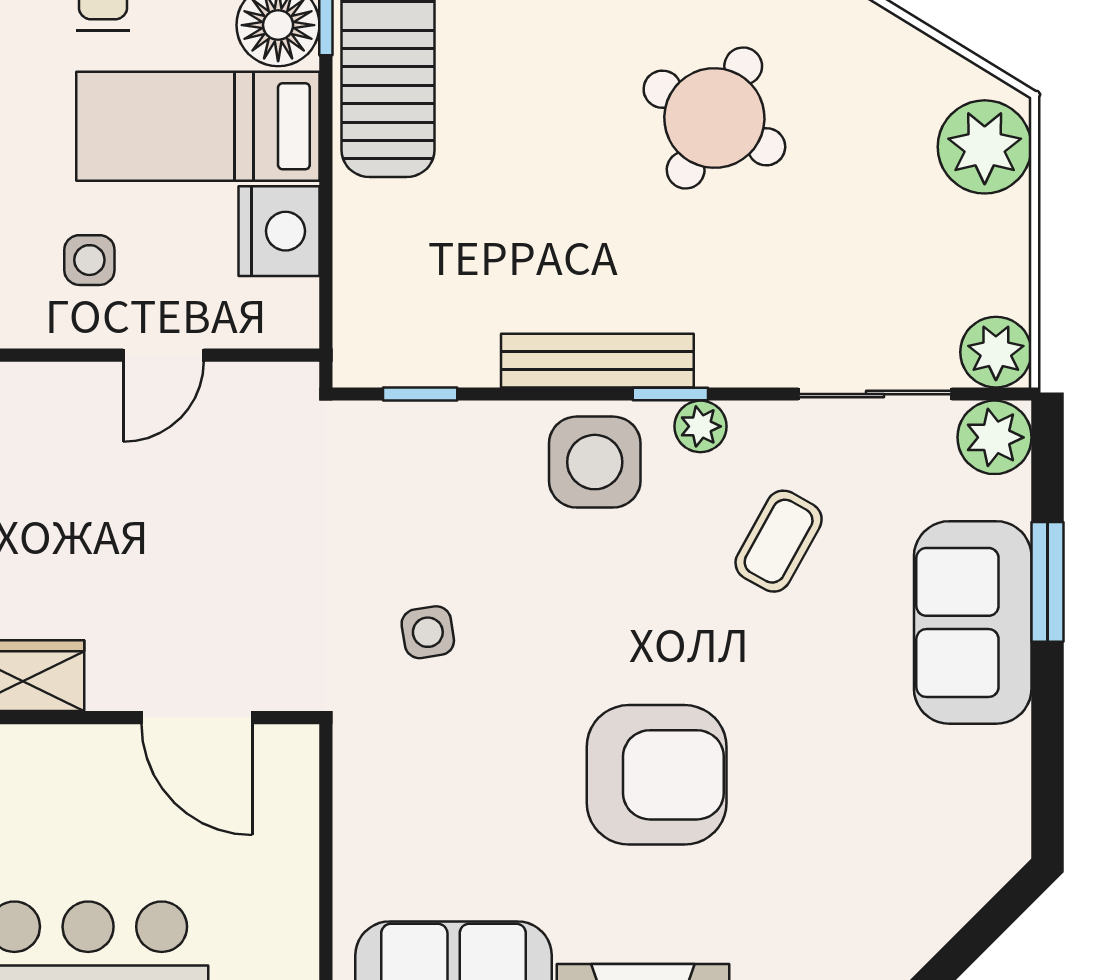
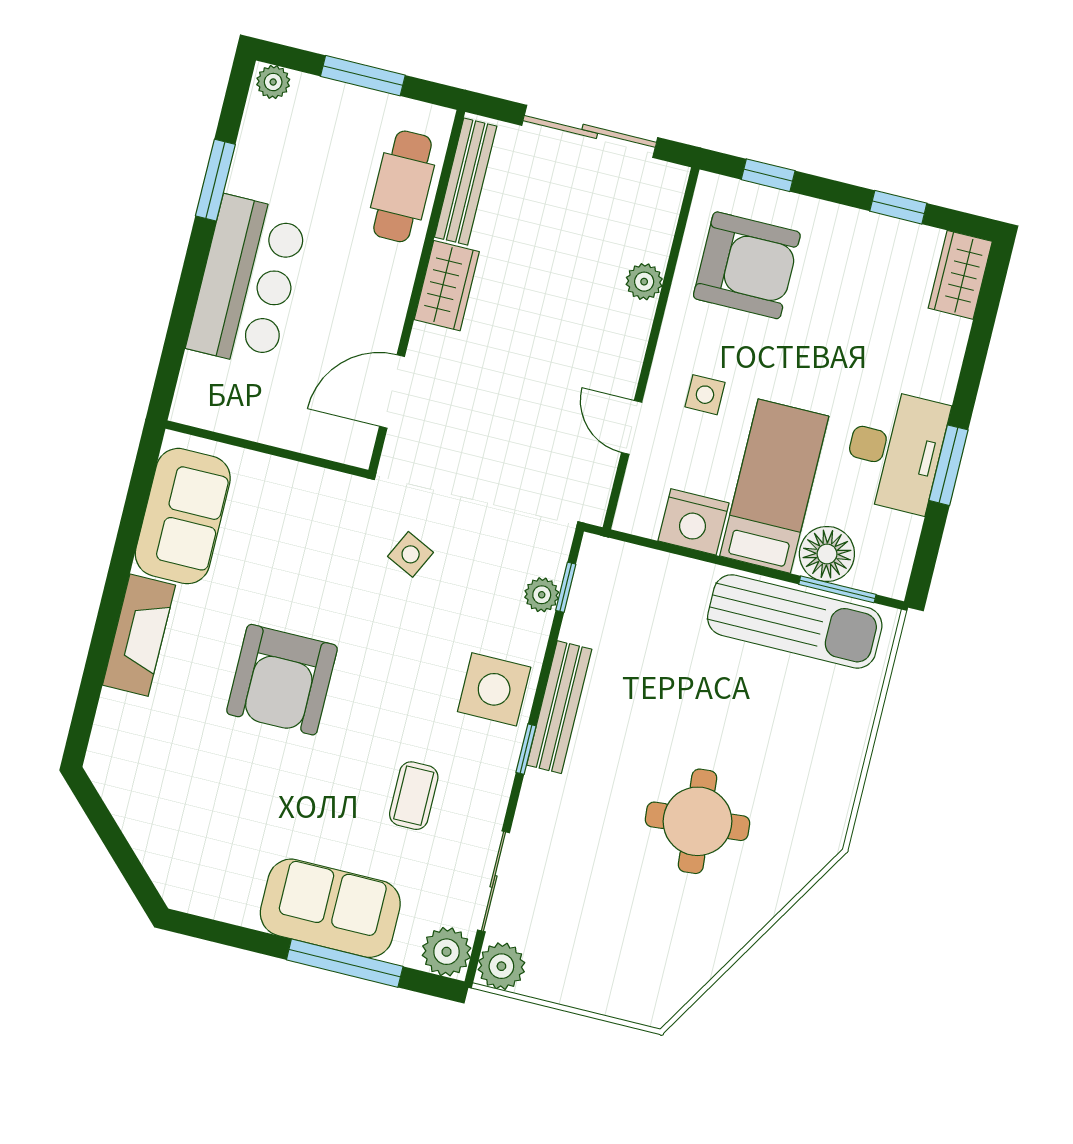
round table: (714, 118) -> (698, 821), turned -34
plant: (985, 147) -> (636, 991), removed
plant: (700, 426) -> (542, 595), moved
coffee table: (779, 541) -> (414, 796), turned 61
window: (1048, 582) -> (345, 963), width x1.44
side table: (428, 632) -> (411, 554), turned 35

